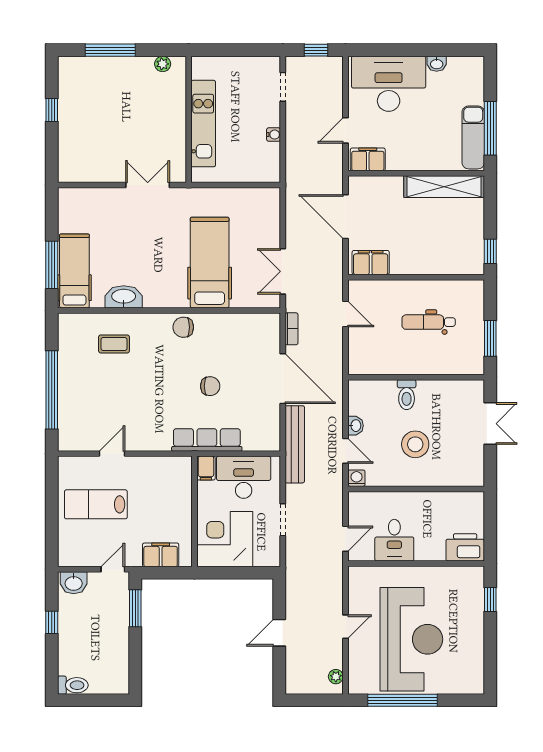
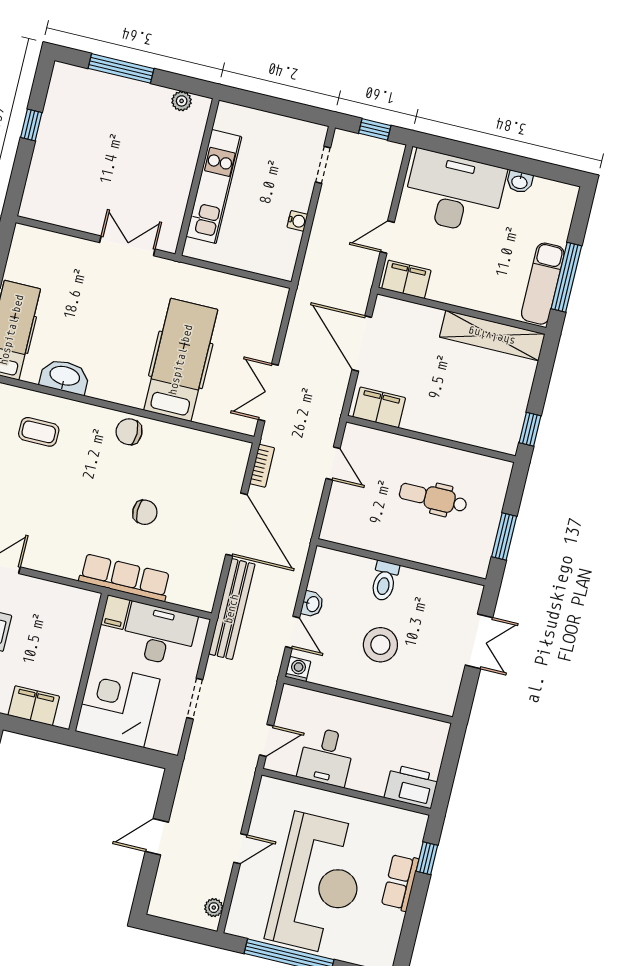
row of seats: (474, 623) -> (400, 882), added

